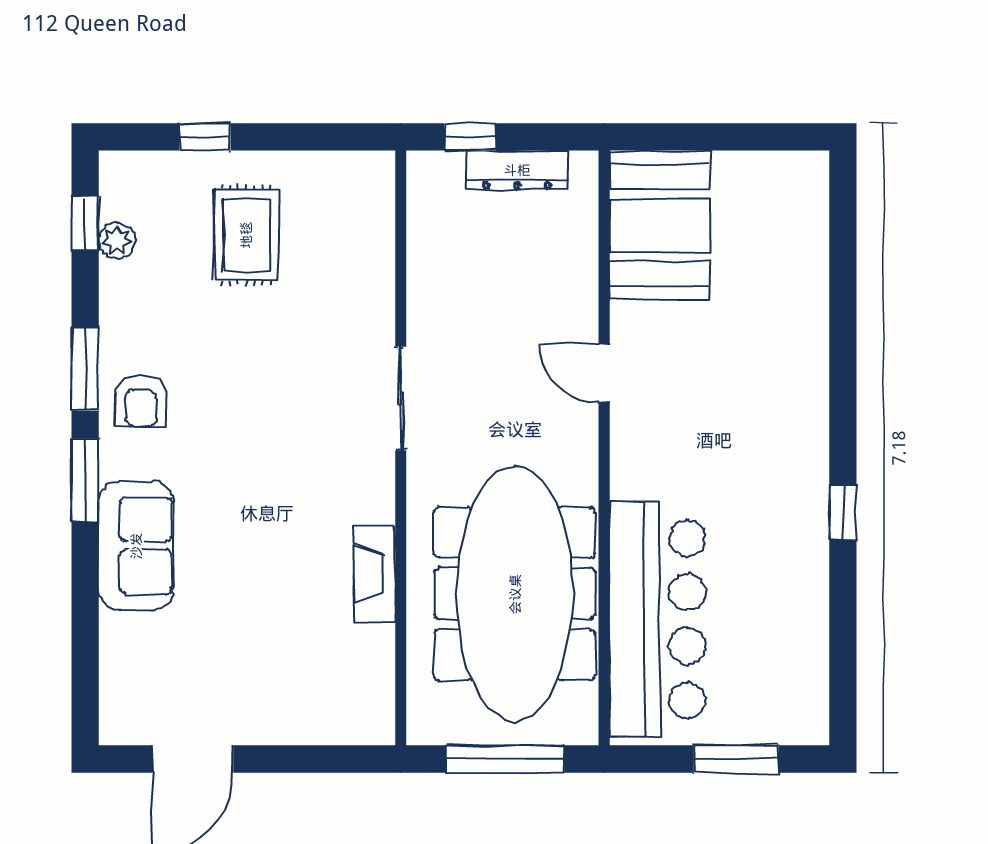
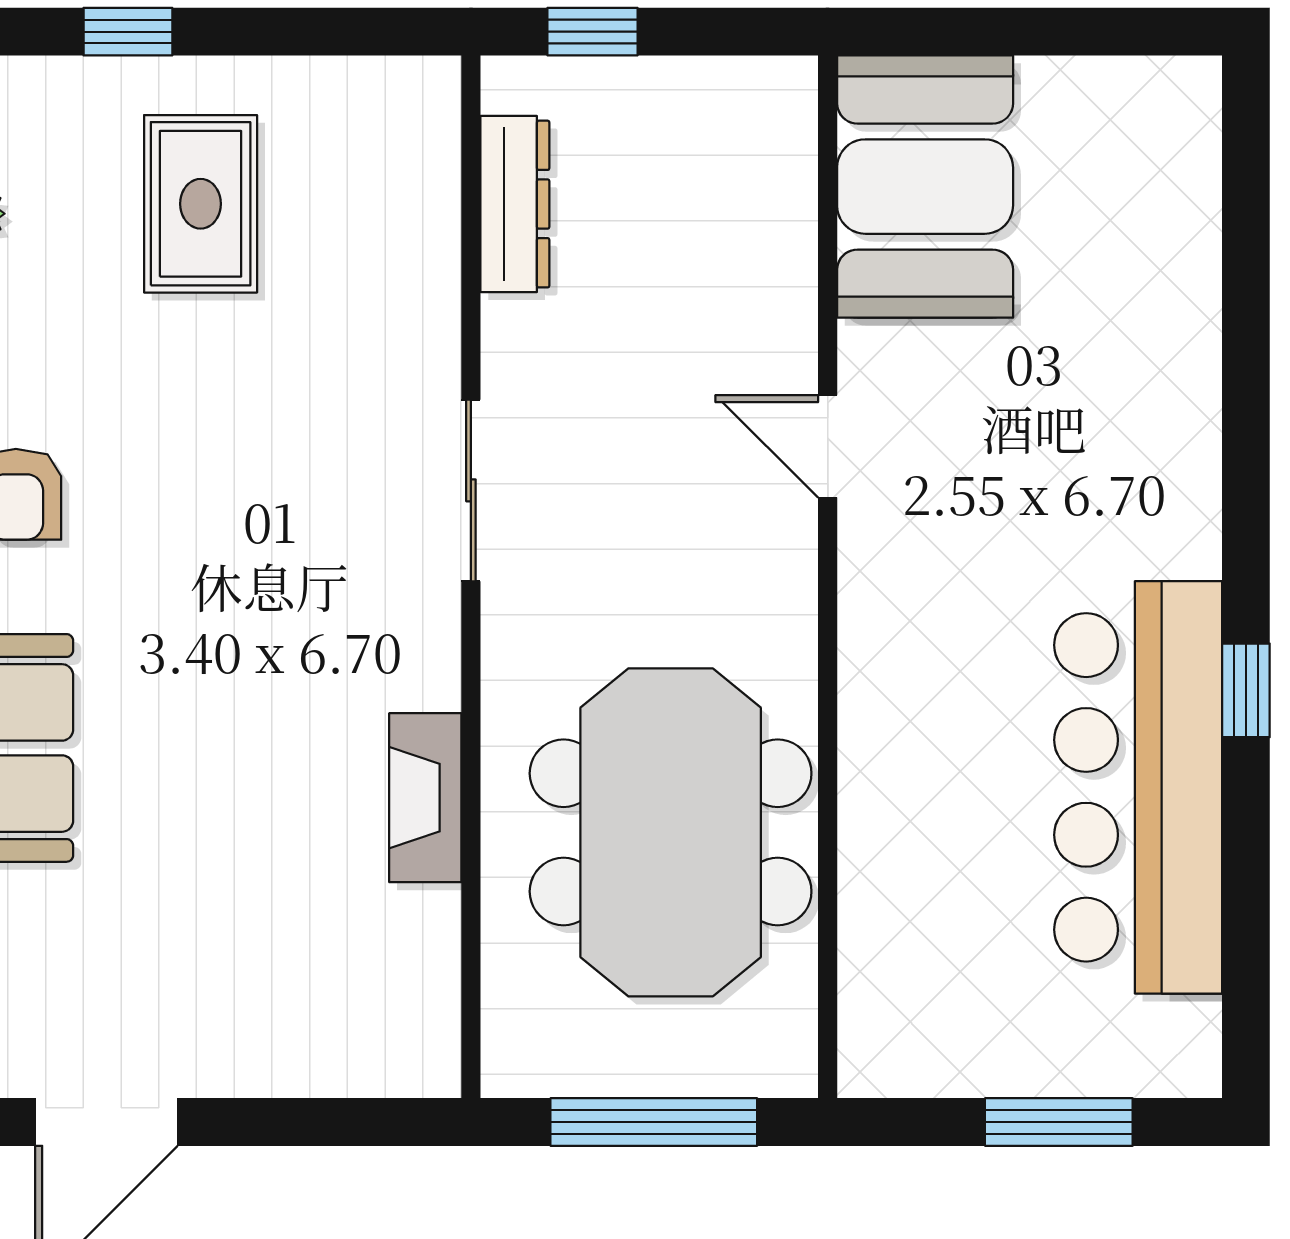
dresser: (517, 170) -> (515, 204), moved, turned -90
meeting table: (515, 594) -> (671, 832), width x0.73
bar counter: (657, 619) -> (1138, 787), moved, turned 180

